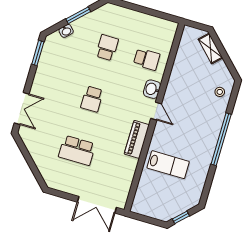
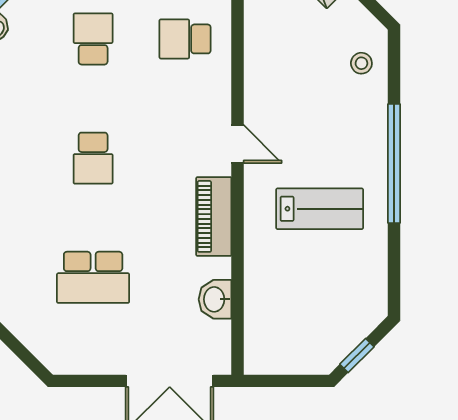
school desk: (147, 59) -> (185, 39), turned 180
washbasin: (152, 89) -> (215, 299), moved
lab bench: (168, 165) -> (320, 209), moved

